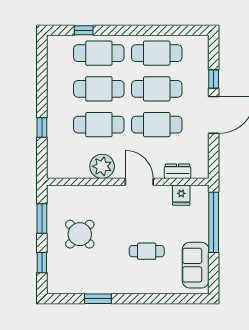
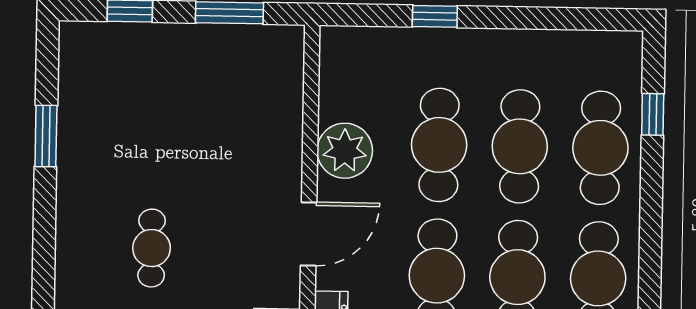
round table: (80, 234) -> (193, 98), removed

